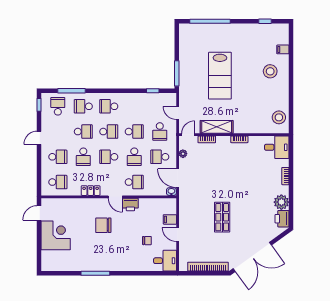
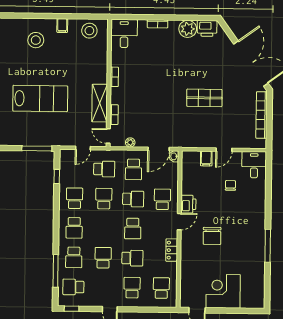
filing cabinet: (283, 49) -> (62, 26), moved
school desk: (109, 132) -> (75, 198), moved

